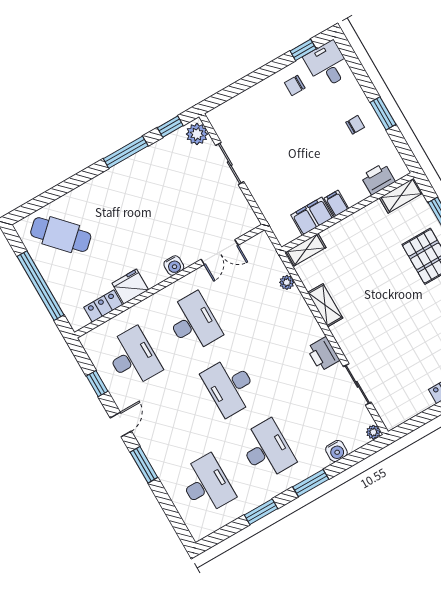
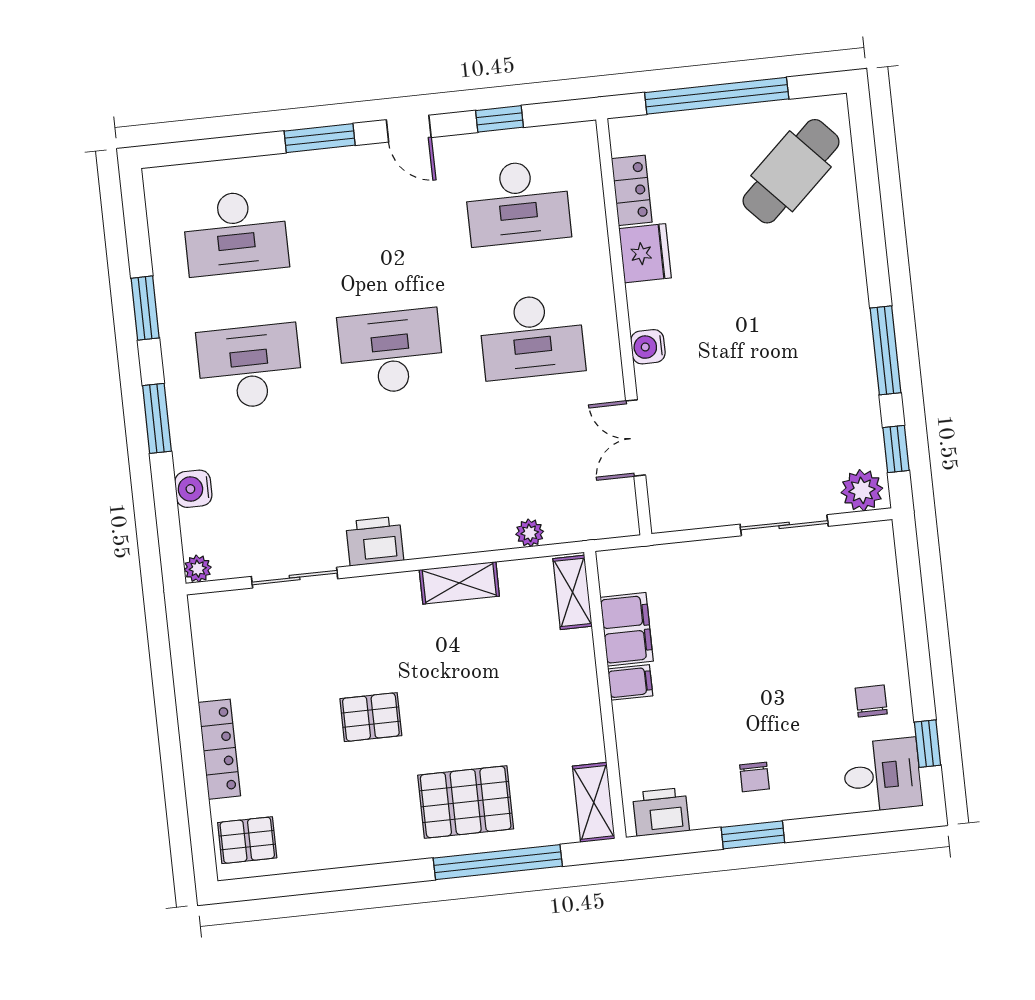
printer: (378, 179) -> (661, 812), moved, turned -90
pallet: (407, 319) -> (371, 717), added
desk: (267, 450) -> (250, 367), turned 180

